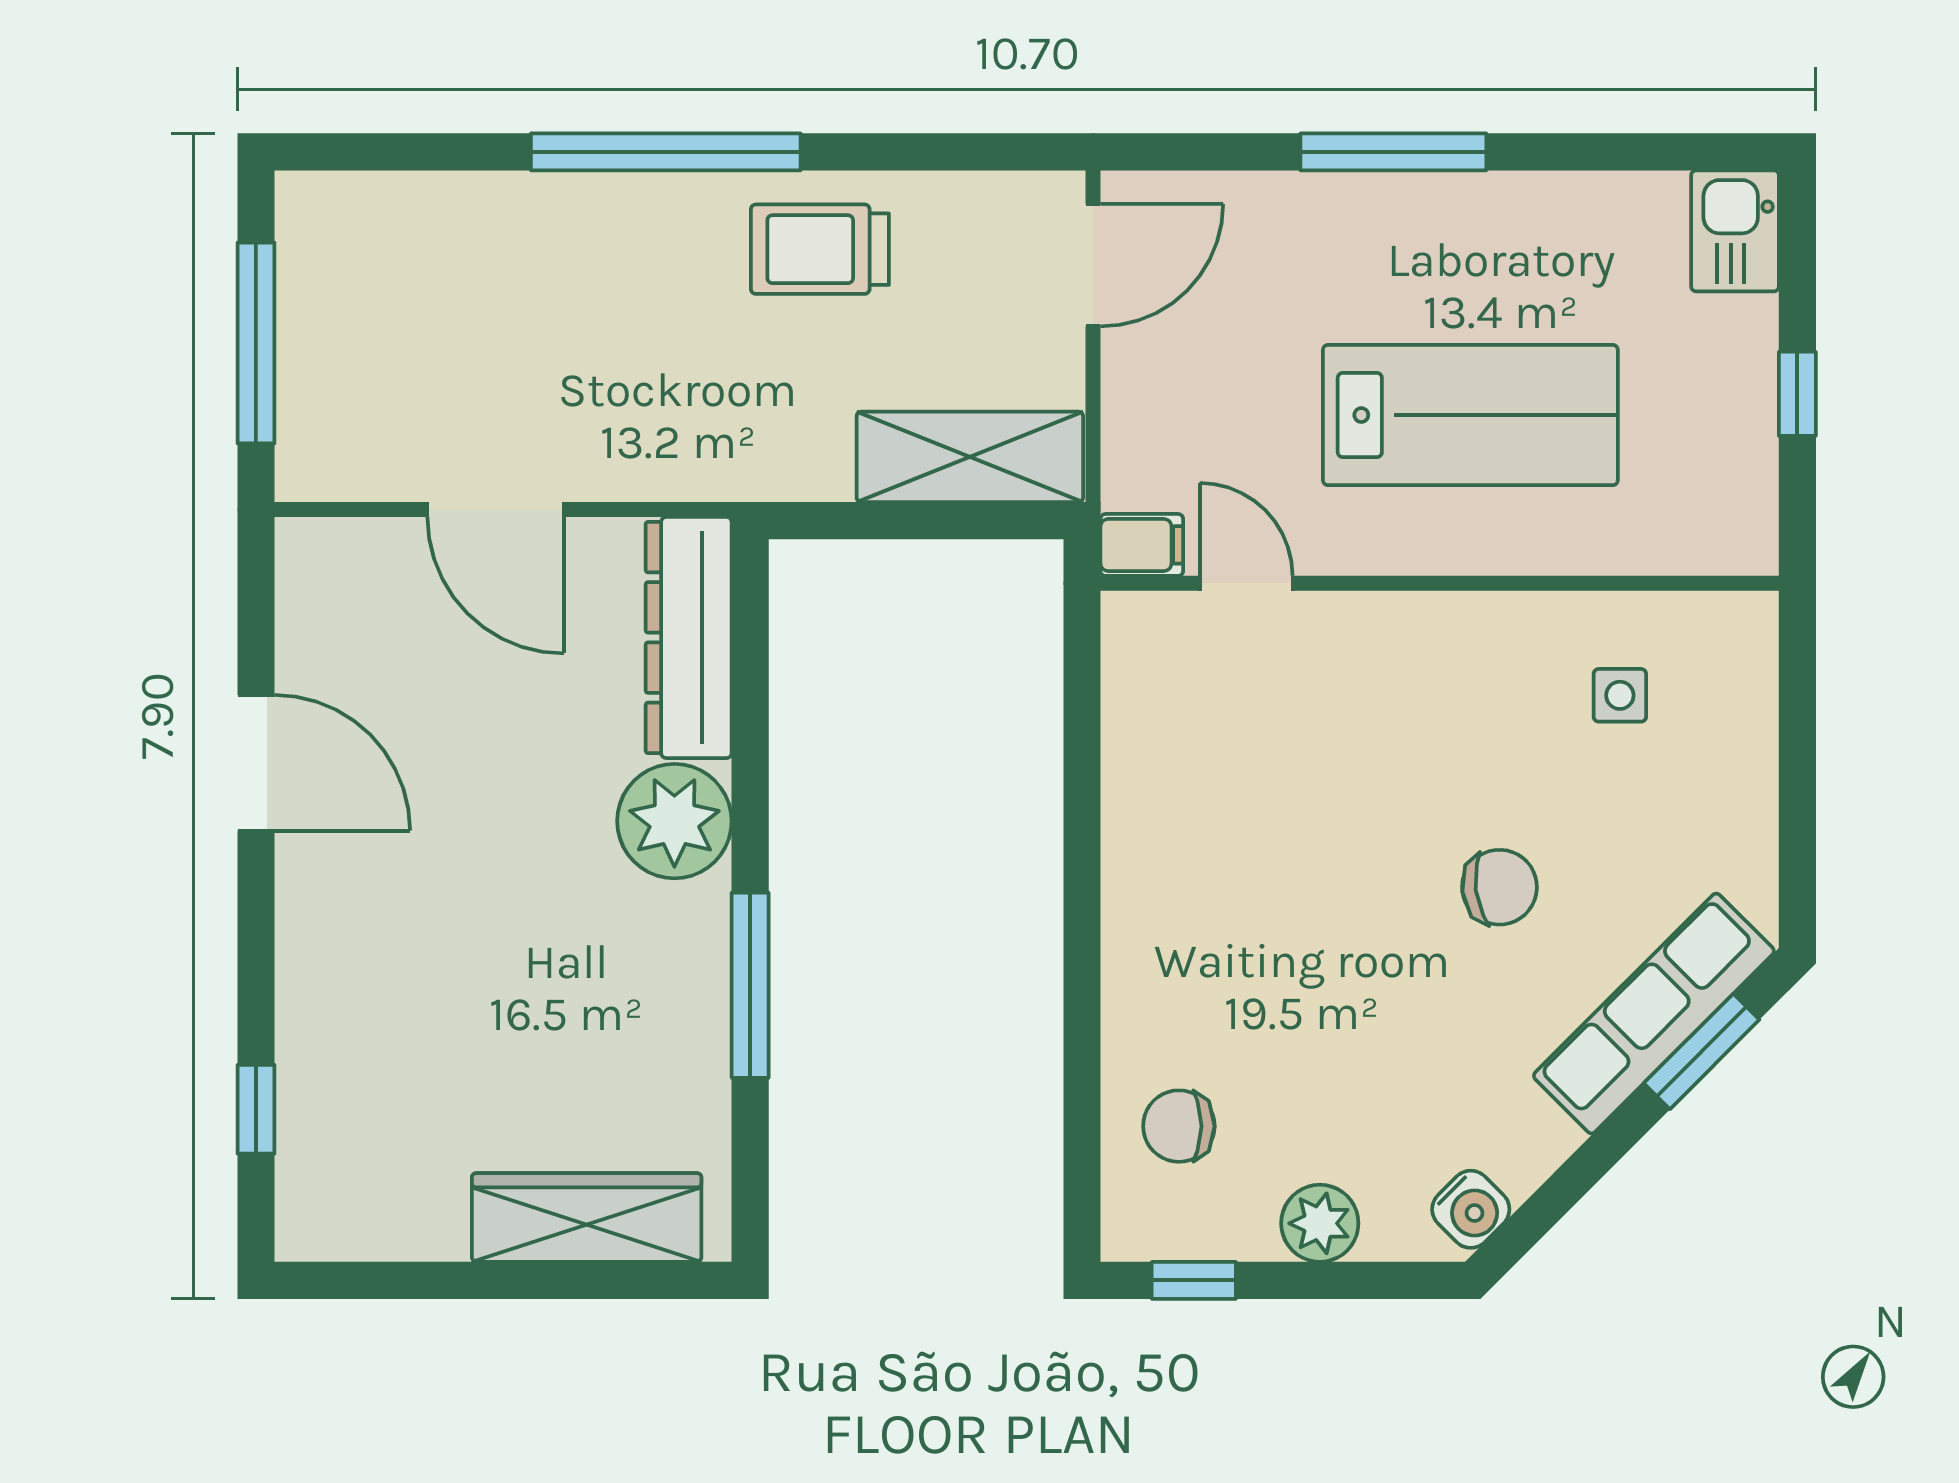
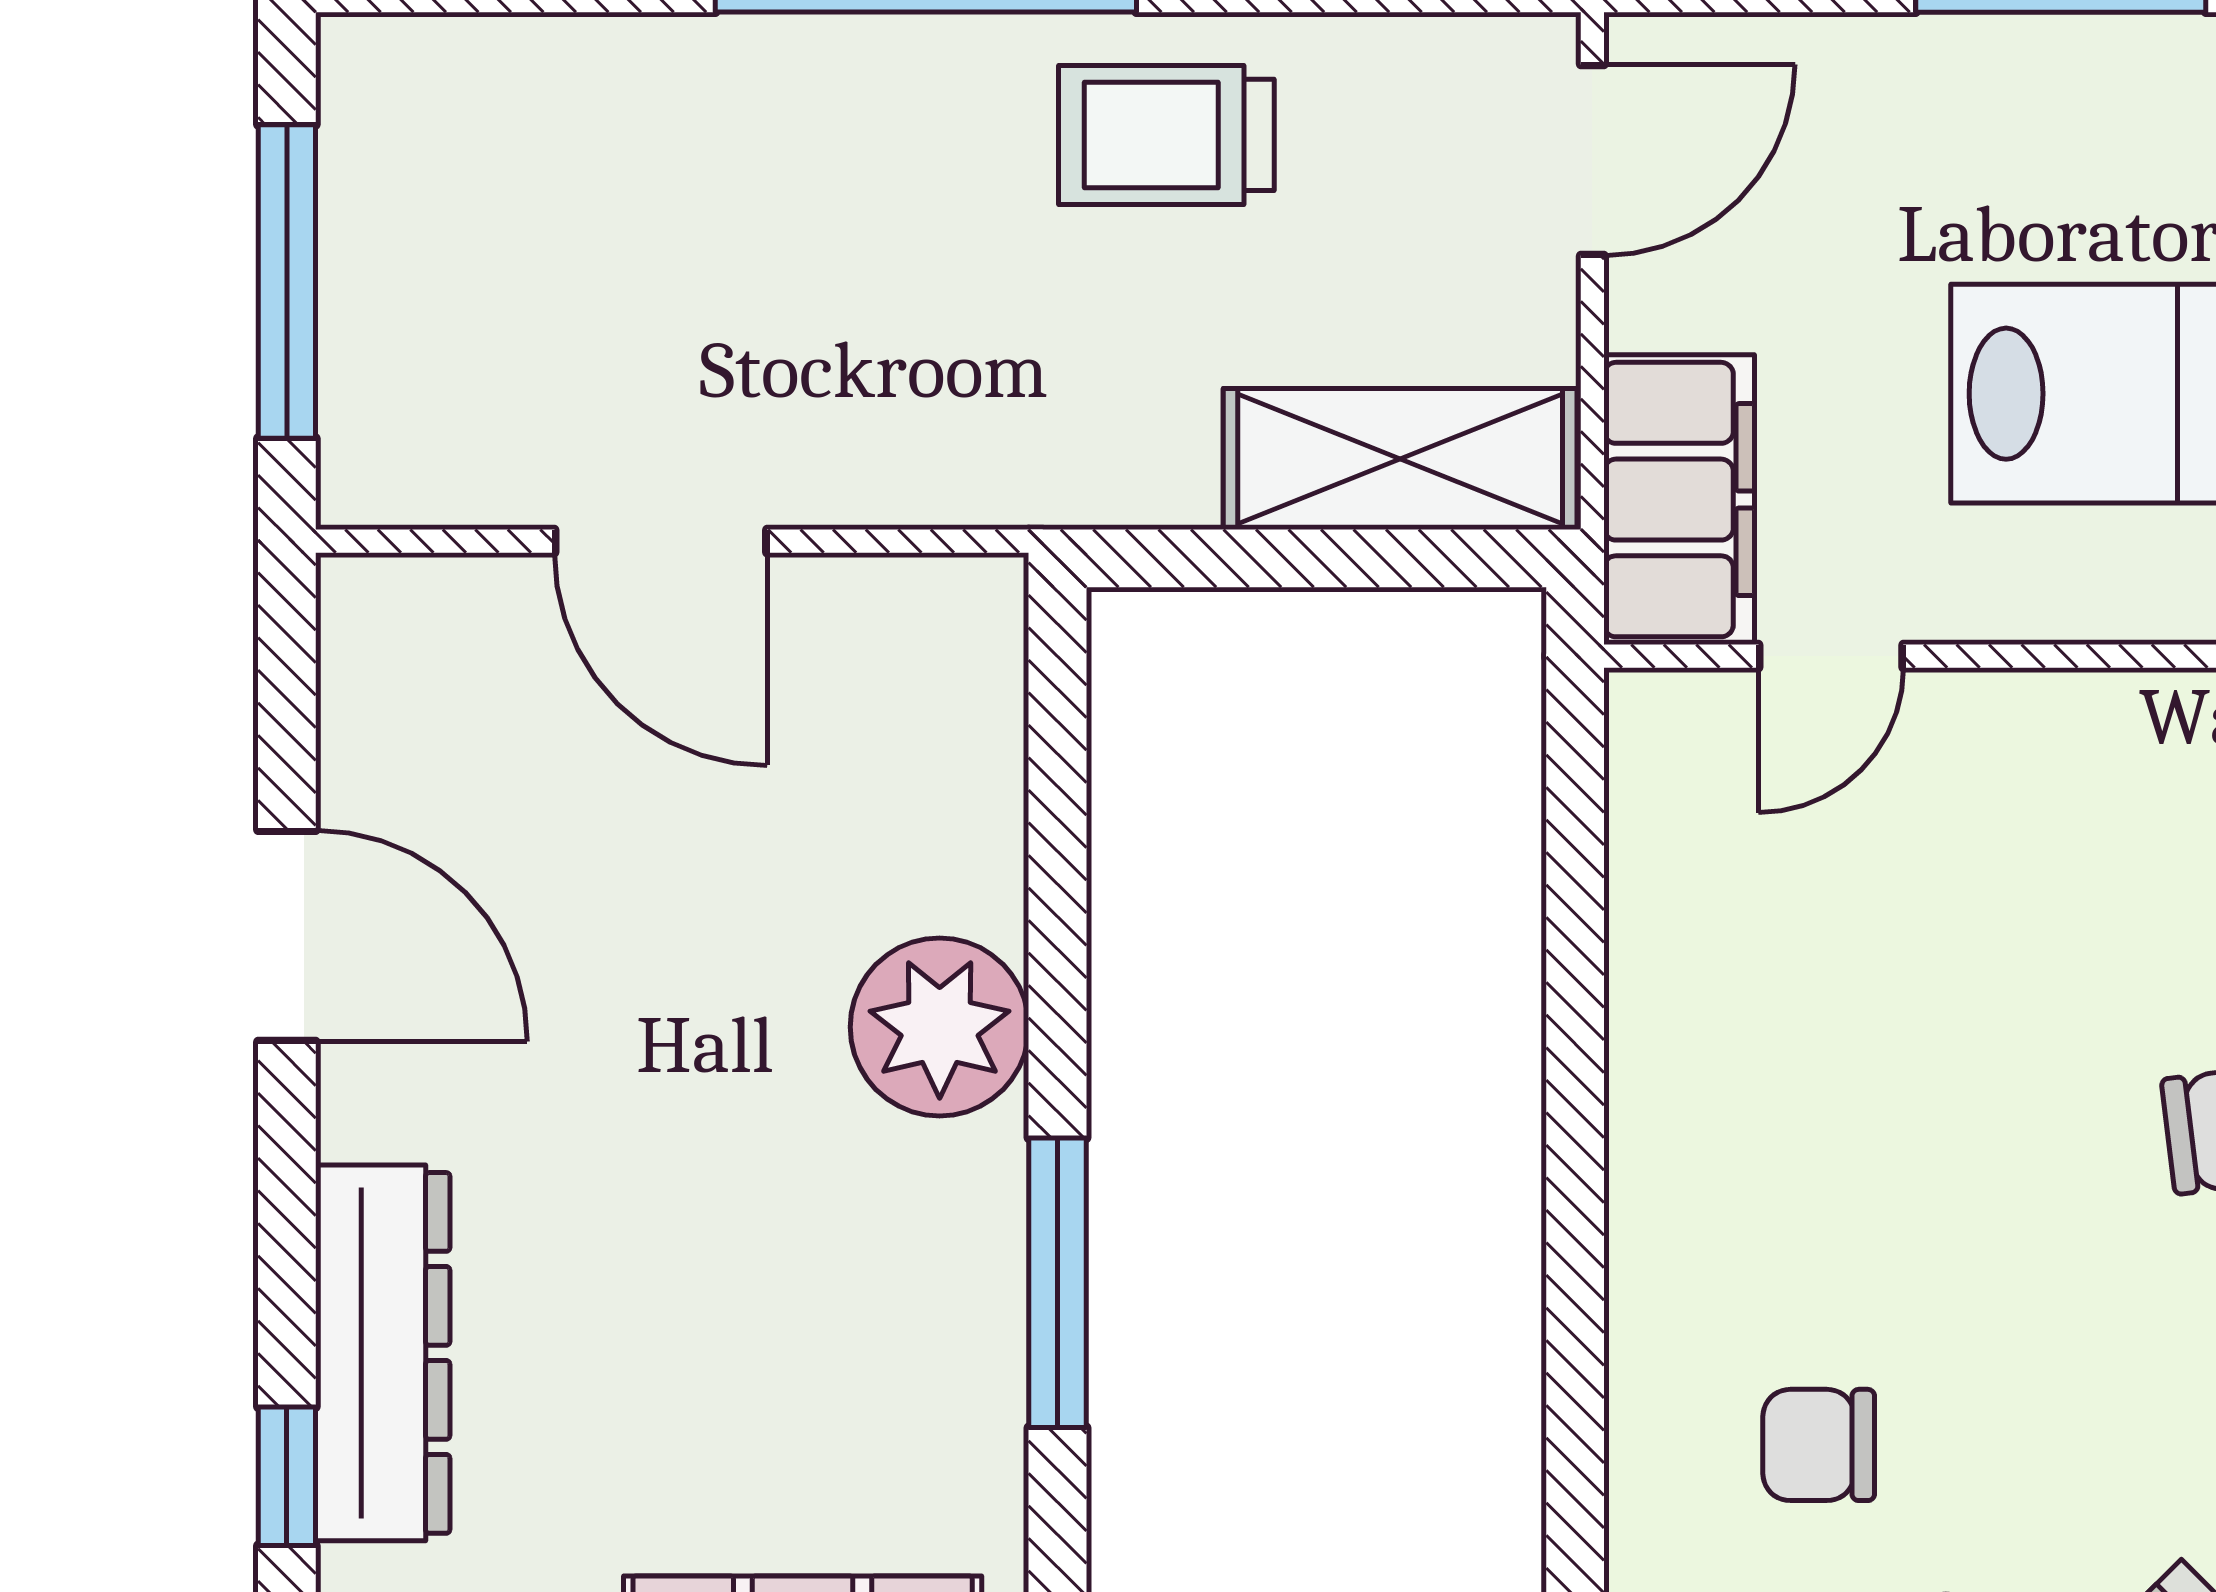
filing cabinet: (1142, 545) -> (1679, 500), width x3.00, depth x1.17
door: (1246, 583) -> (1831, 656), swing flipped
dresser: (689, 638) -> (383, 1353), moved, turned 180
chair: (1179, 1126) -> (1819, 1445), moved

